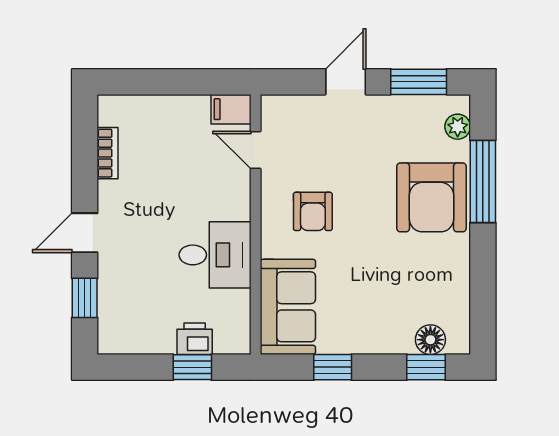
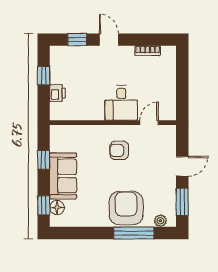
door: (346, 82) -> (182, 166), hinge flipped
filing cabinet: (231, 109) -> (169, 111), removed
armchair: (431, 197) -> (126, 208), turned 90
desk: (215, 255) -> (121, 103), moved
sofa: (288, 307) -> (63, 176), moved, turned -90
window: (192, 367) -> (44, 75), moved

